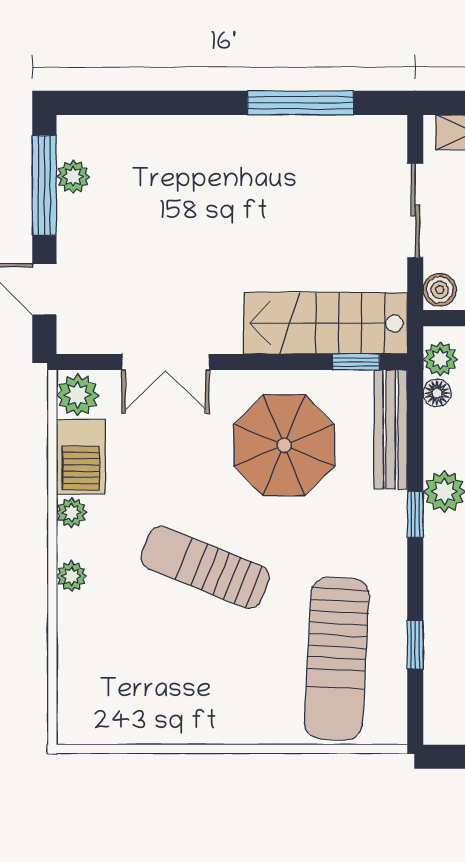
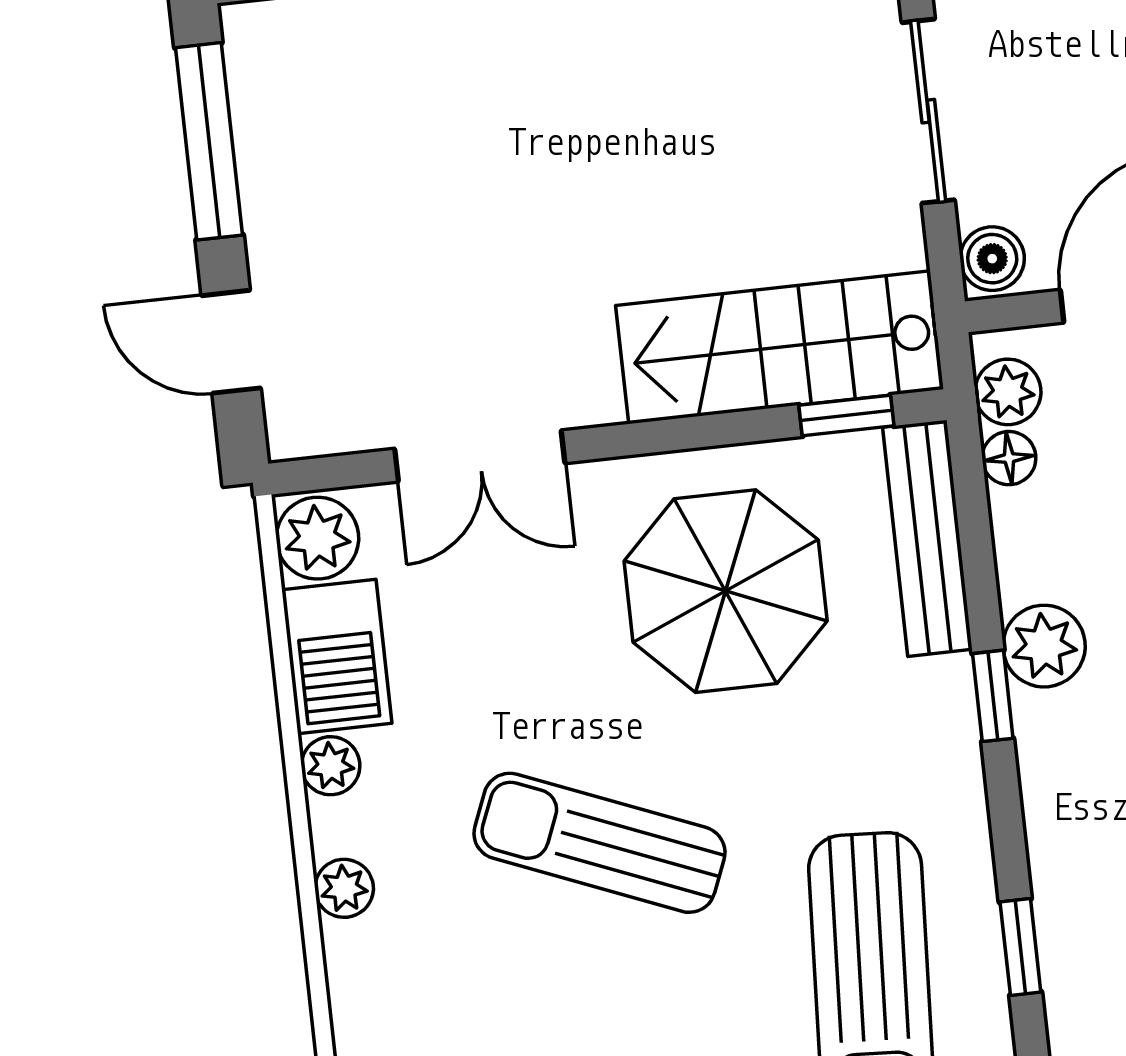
plant: (73, 177) -> (262, 119), removed

